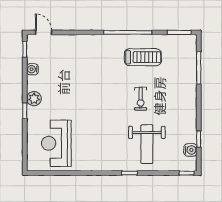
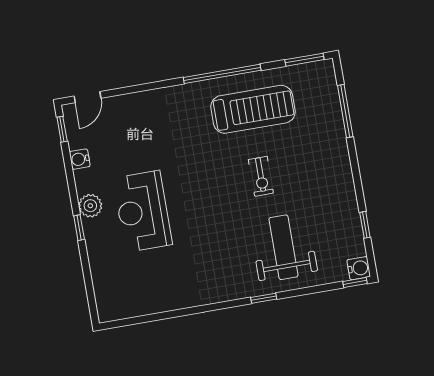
door: (44, 32) -> (87, 97), swing flipped
treadmill: (143, 57) -> (253, 109), width x1.37, depth x1.38
reception desk: (56, 143) -> (143, 211), moved
weight bench: (147, 144) -> (283, 247), turned 180
water cooler: (190, 150) -> (359, 268), moved

